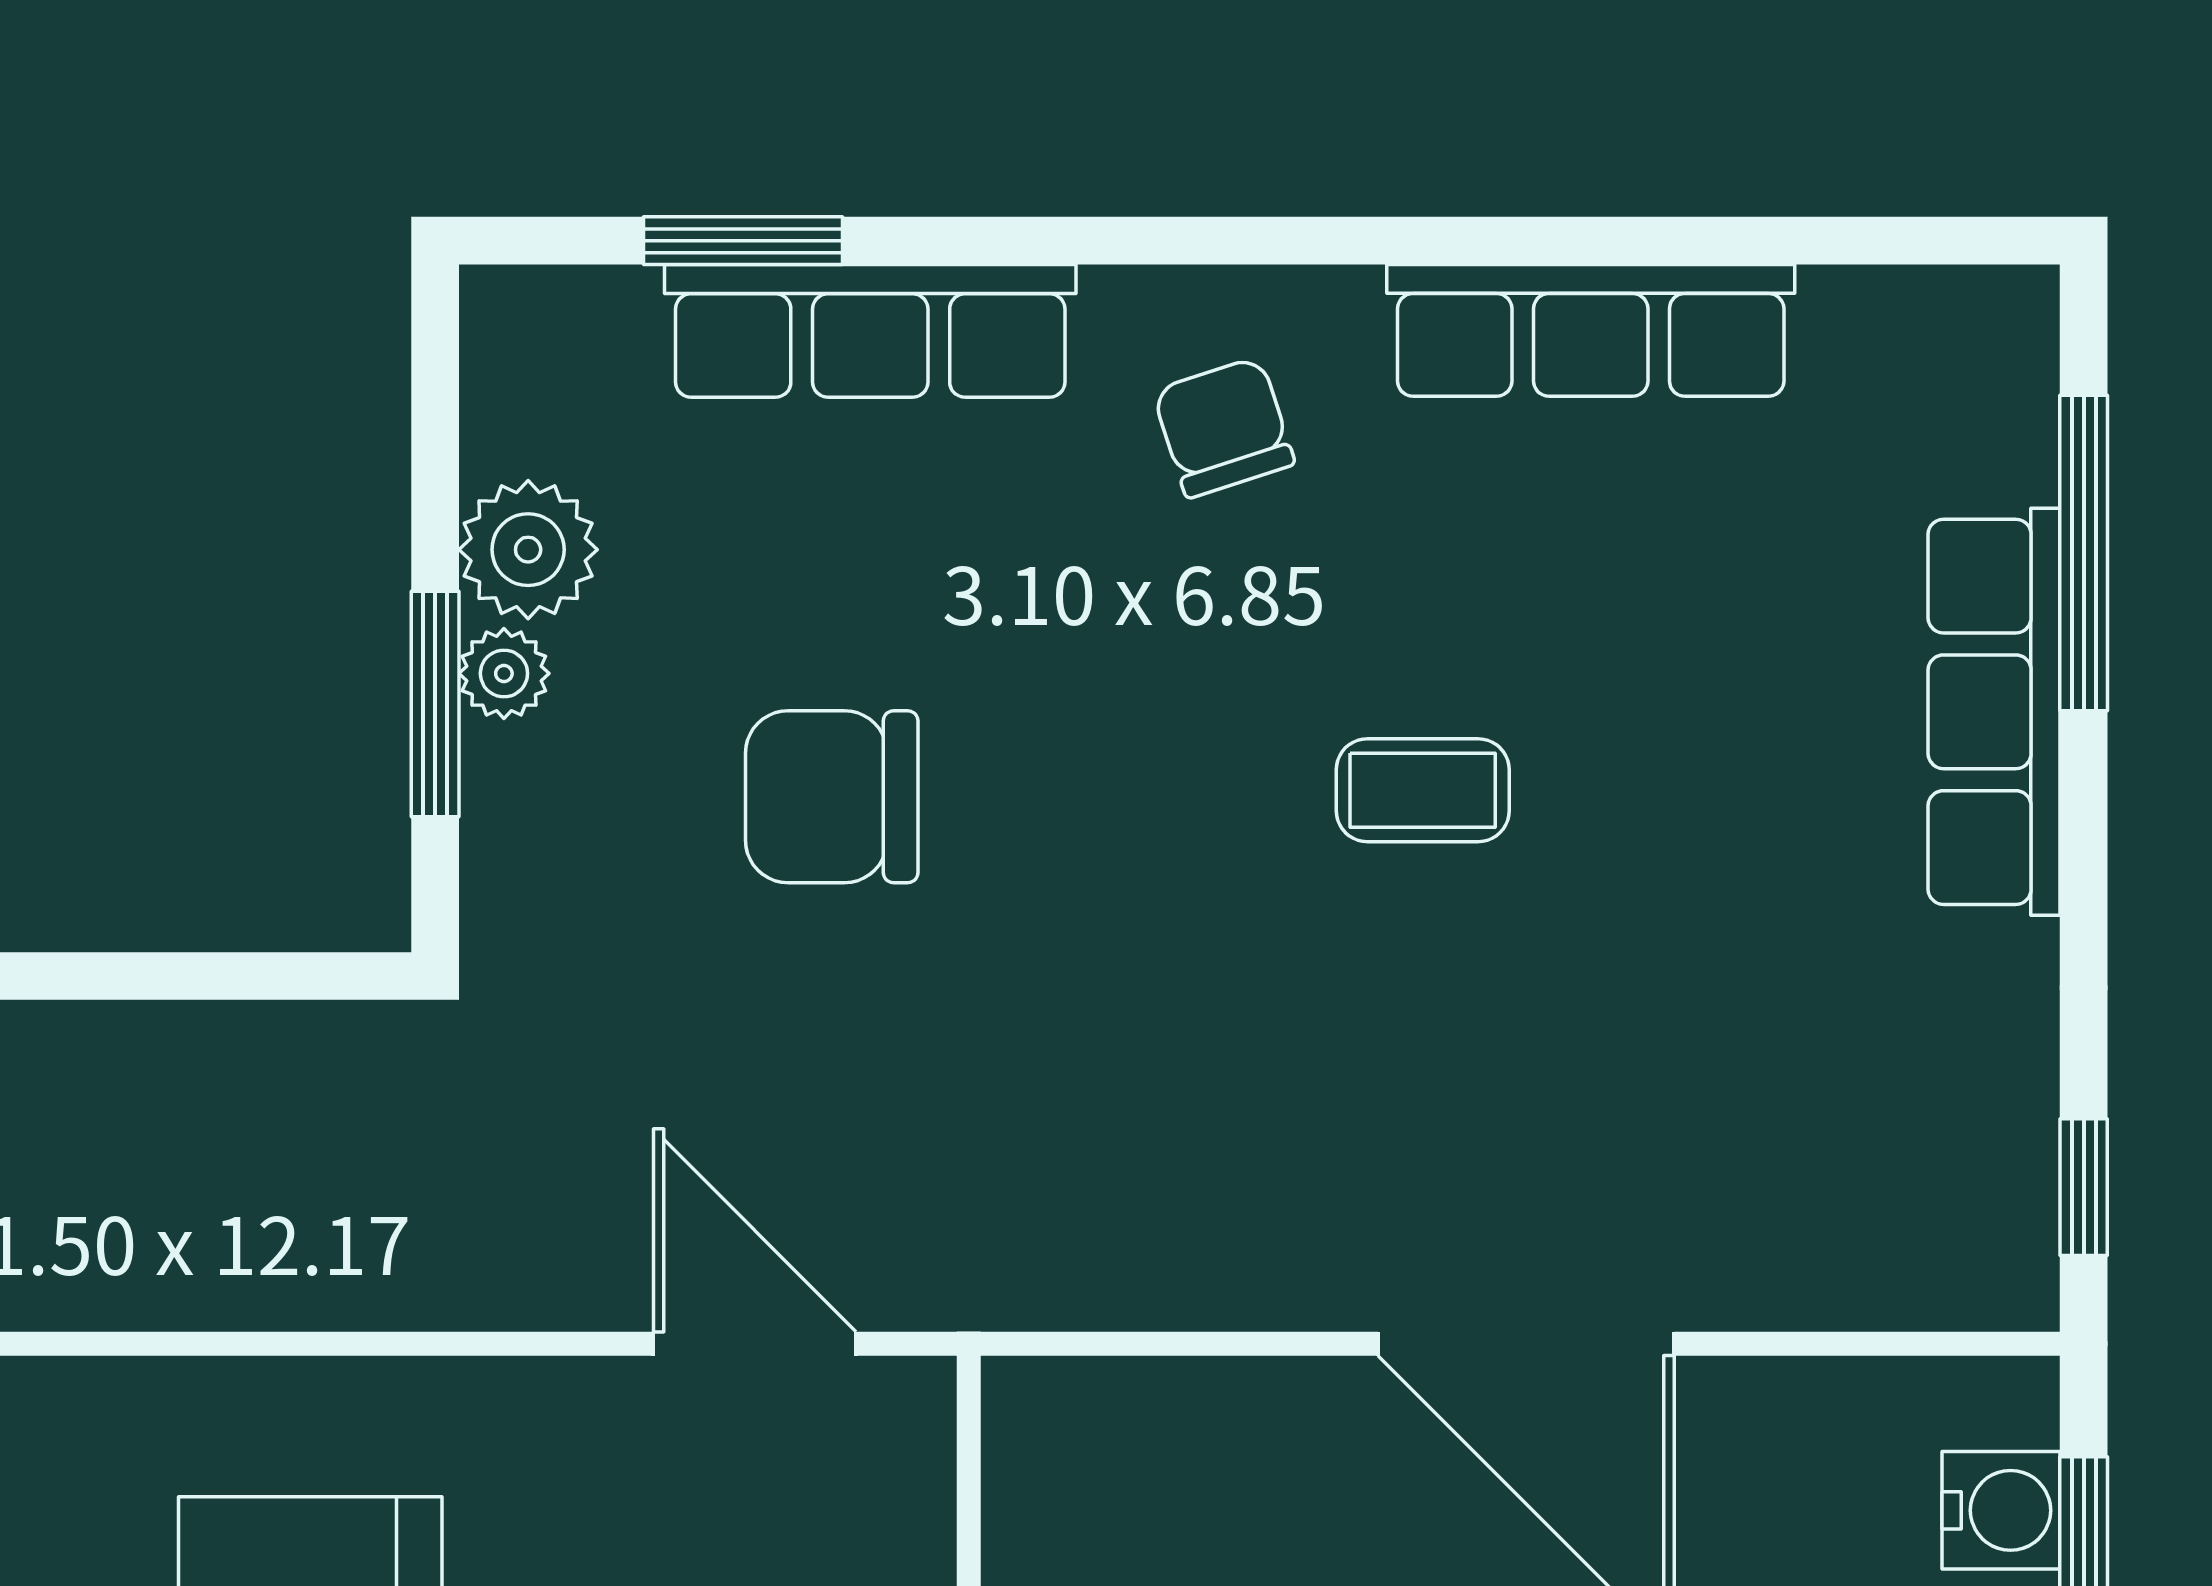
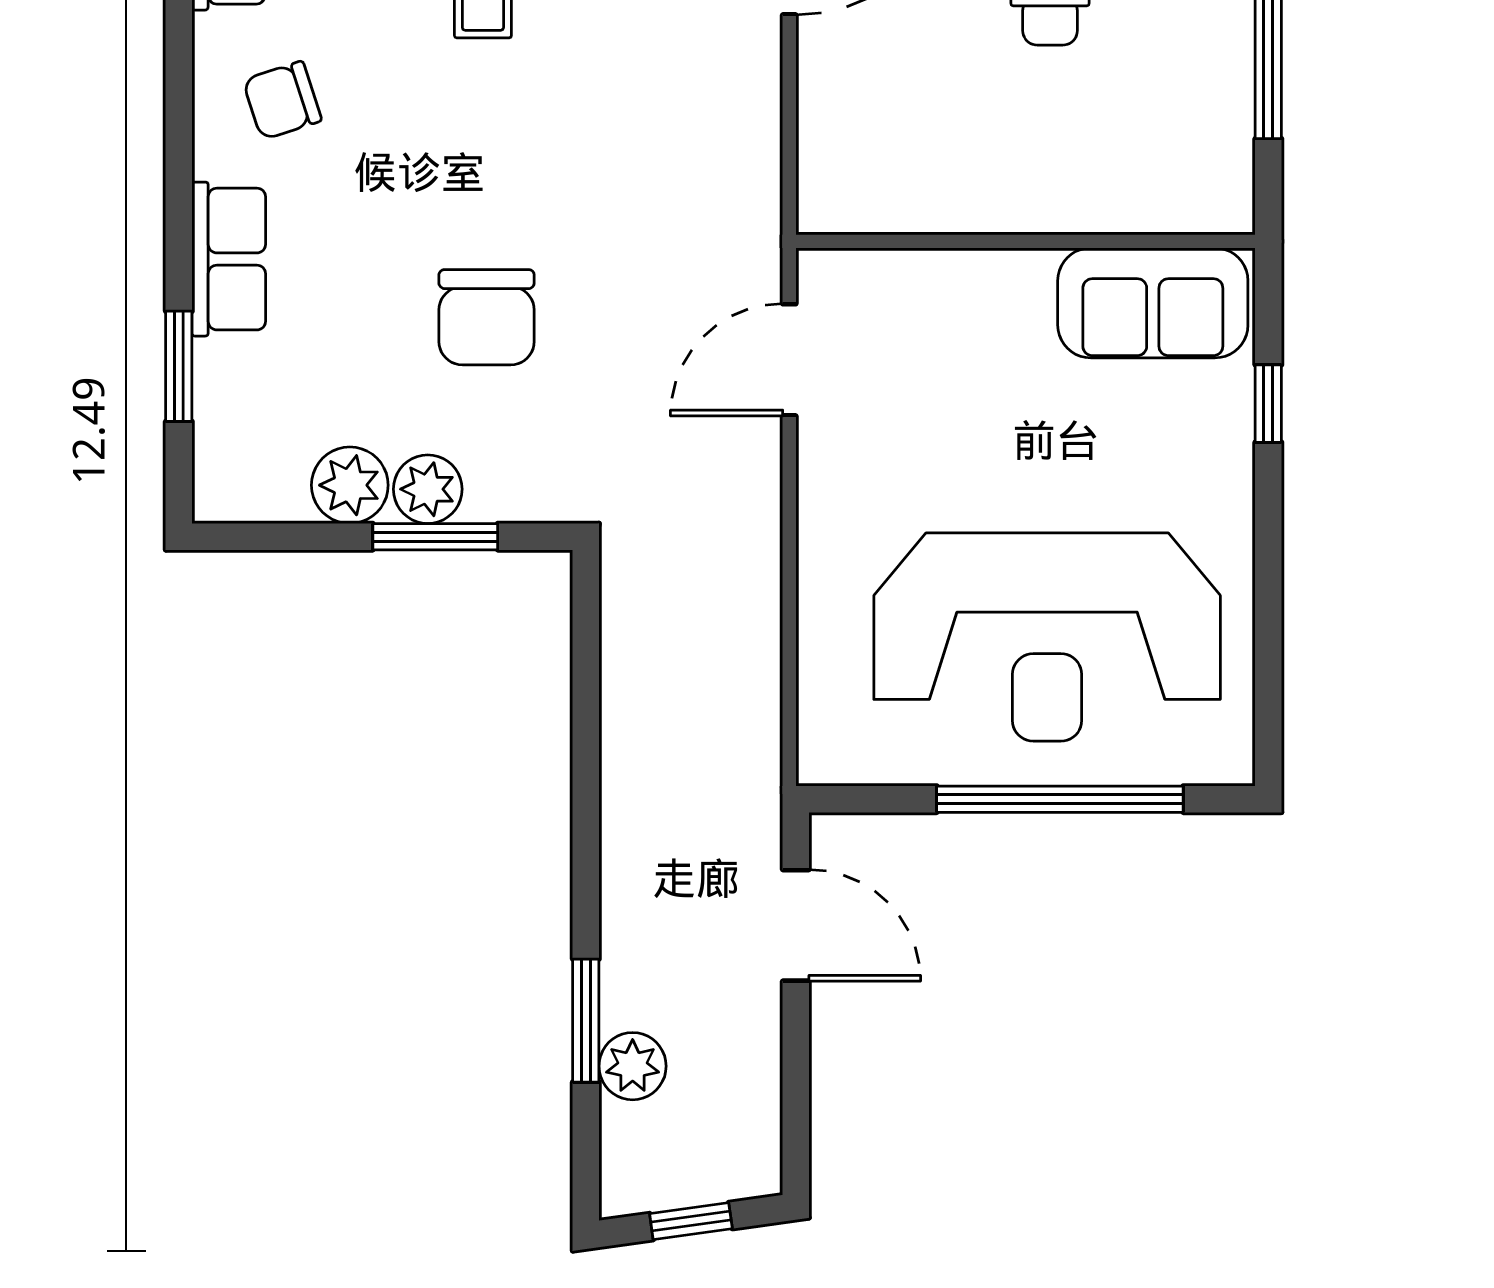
row of seats: (870, 331) -> (229, 259), width x0.68
plant: (504, 673) -> (428, 489), width x1.38, depth x1.38

